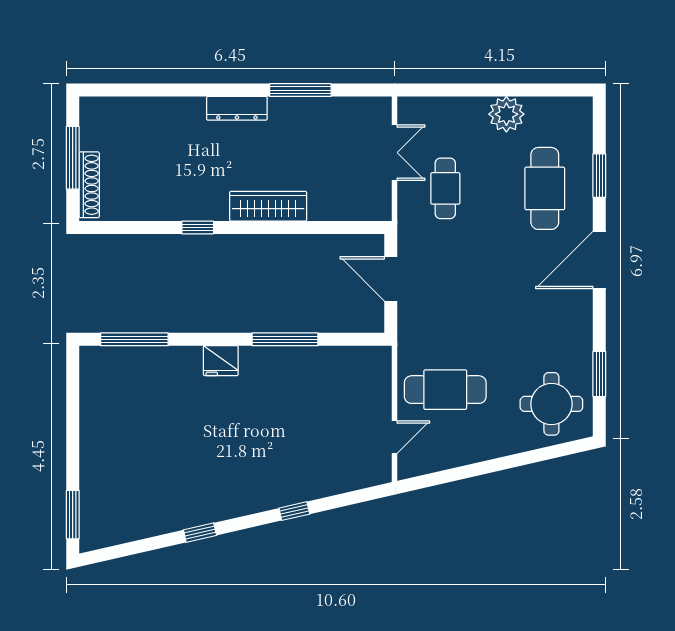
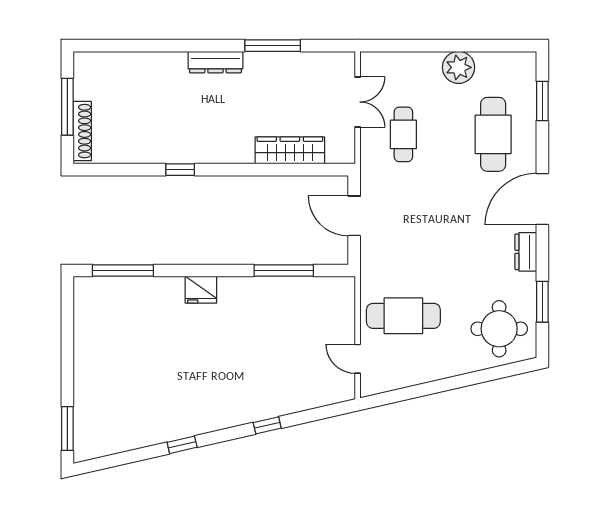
window: (599, 176) -> (542, 101), moved
wardrobe: (268, 206) -> (290, 150), moved
dresser: (581, 319) -> (526, 252), added
window: (285, 339) -> (284, 270), moved
door: (395, 437) -> (358, 359), swing flipped

